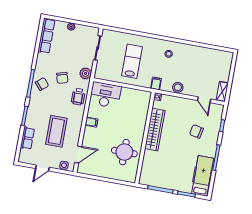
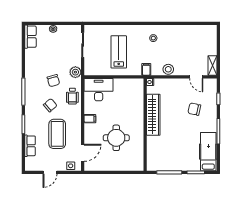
row of seats: (46, 36) -> (30, 37), width x0.68
chair: (42, 84) -> (50, 105), moved
round table: (124, 152) -> (116, 138), moved

